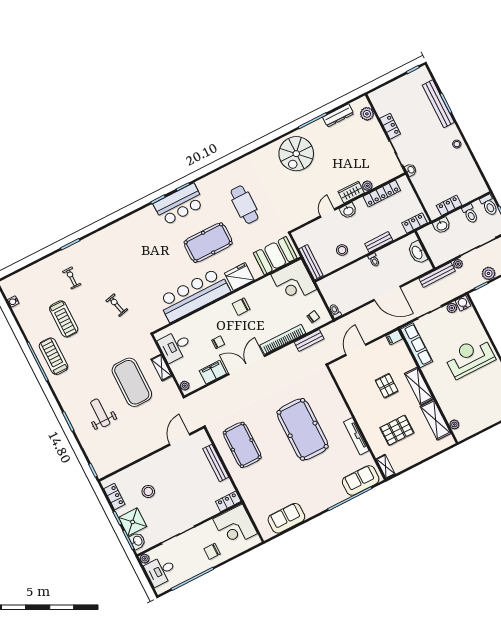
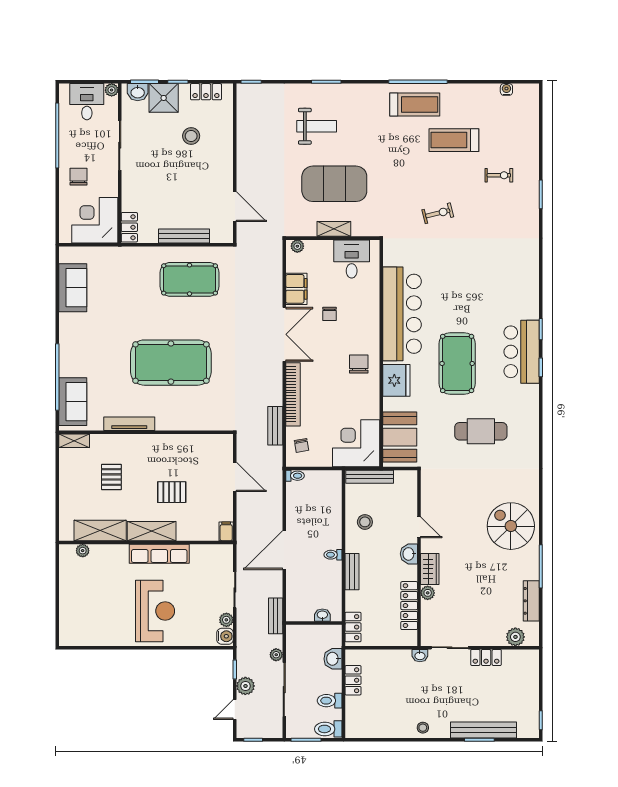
washbasin: (417, 252) -> (322, 615), width x0.52, depth x0.69
bench: (437, 275) -> (276, 616), width x0.73
row of seats: (417, 345) -> (159, 554), moved
pallet: (397, 430) -> (111, 477), width x0.67, depth x0.71

